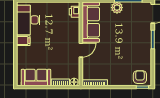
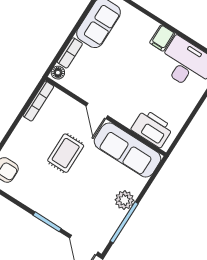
printer: (74, 12) -> (152, 128), width x1.87, depth x1.48
rug: (112, 52) -> (66, 153), added

